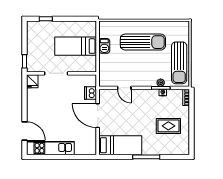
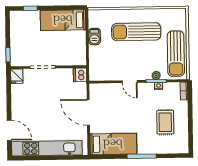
sun lounger: (143, 42) -> (136, 32), turned 180
bed: (76, 46) -> (63, 20), moved
door: (124, 88) -> (130, 82), moved
dishwasher: (90, 93) -> (80, 75), moved
rug: (168, 126) -> (165, 122), turned 90
kitchen unit: (50, 148) -> (47, 148), width x1.36

